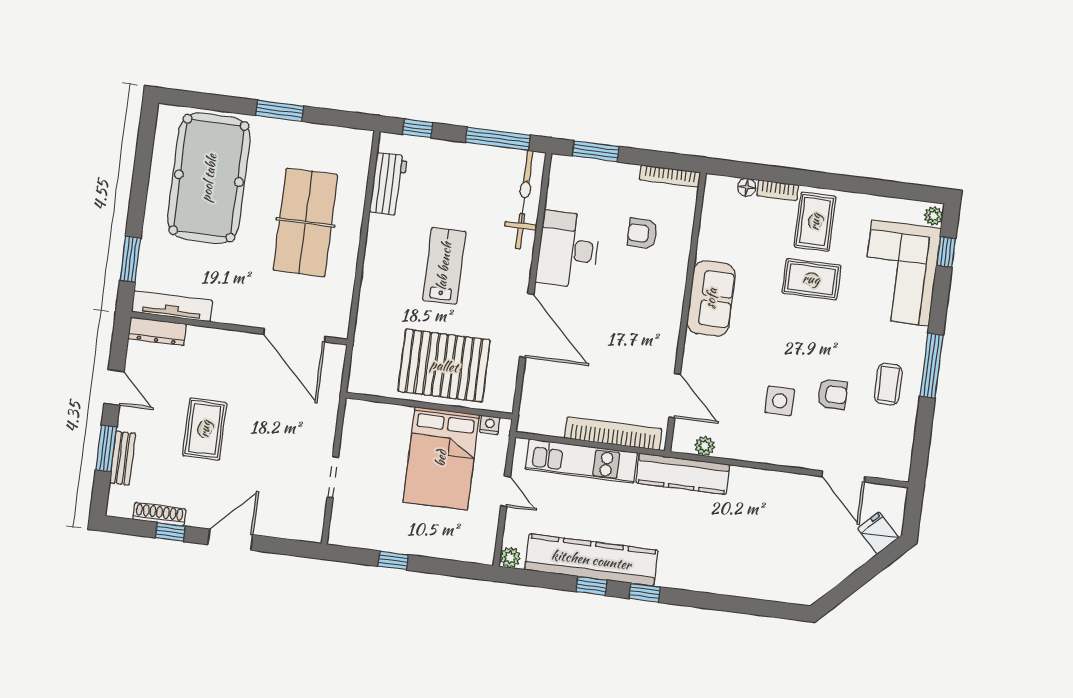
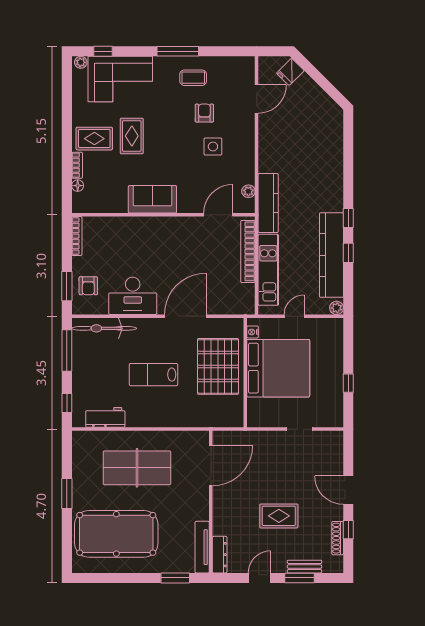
armchair: (642, 233) -> (88, 286), moved
bed: (441, 458) -> (278, 368), width x1.36

